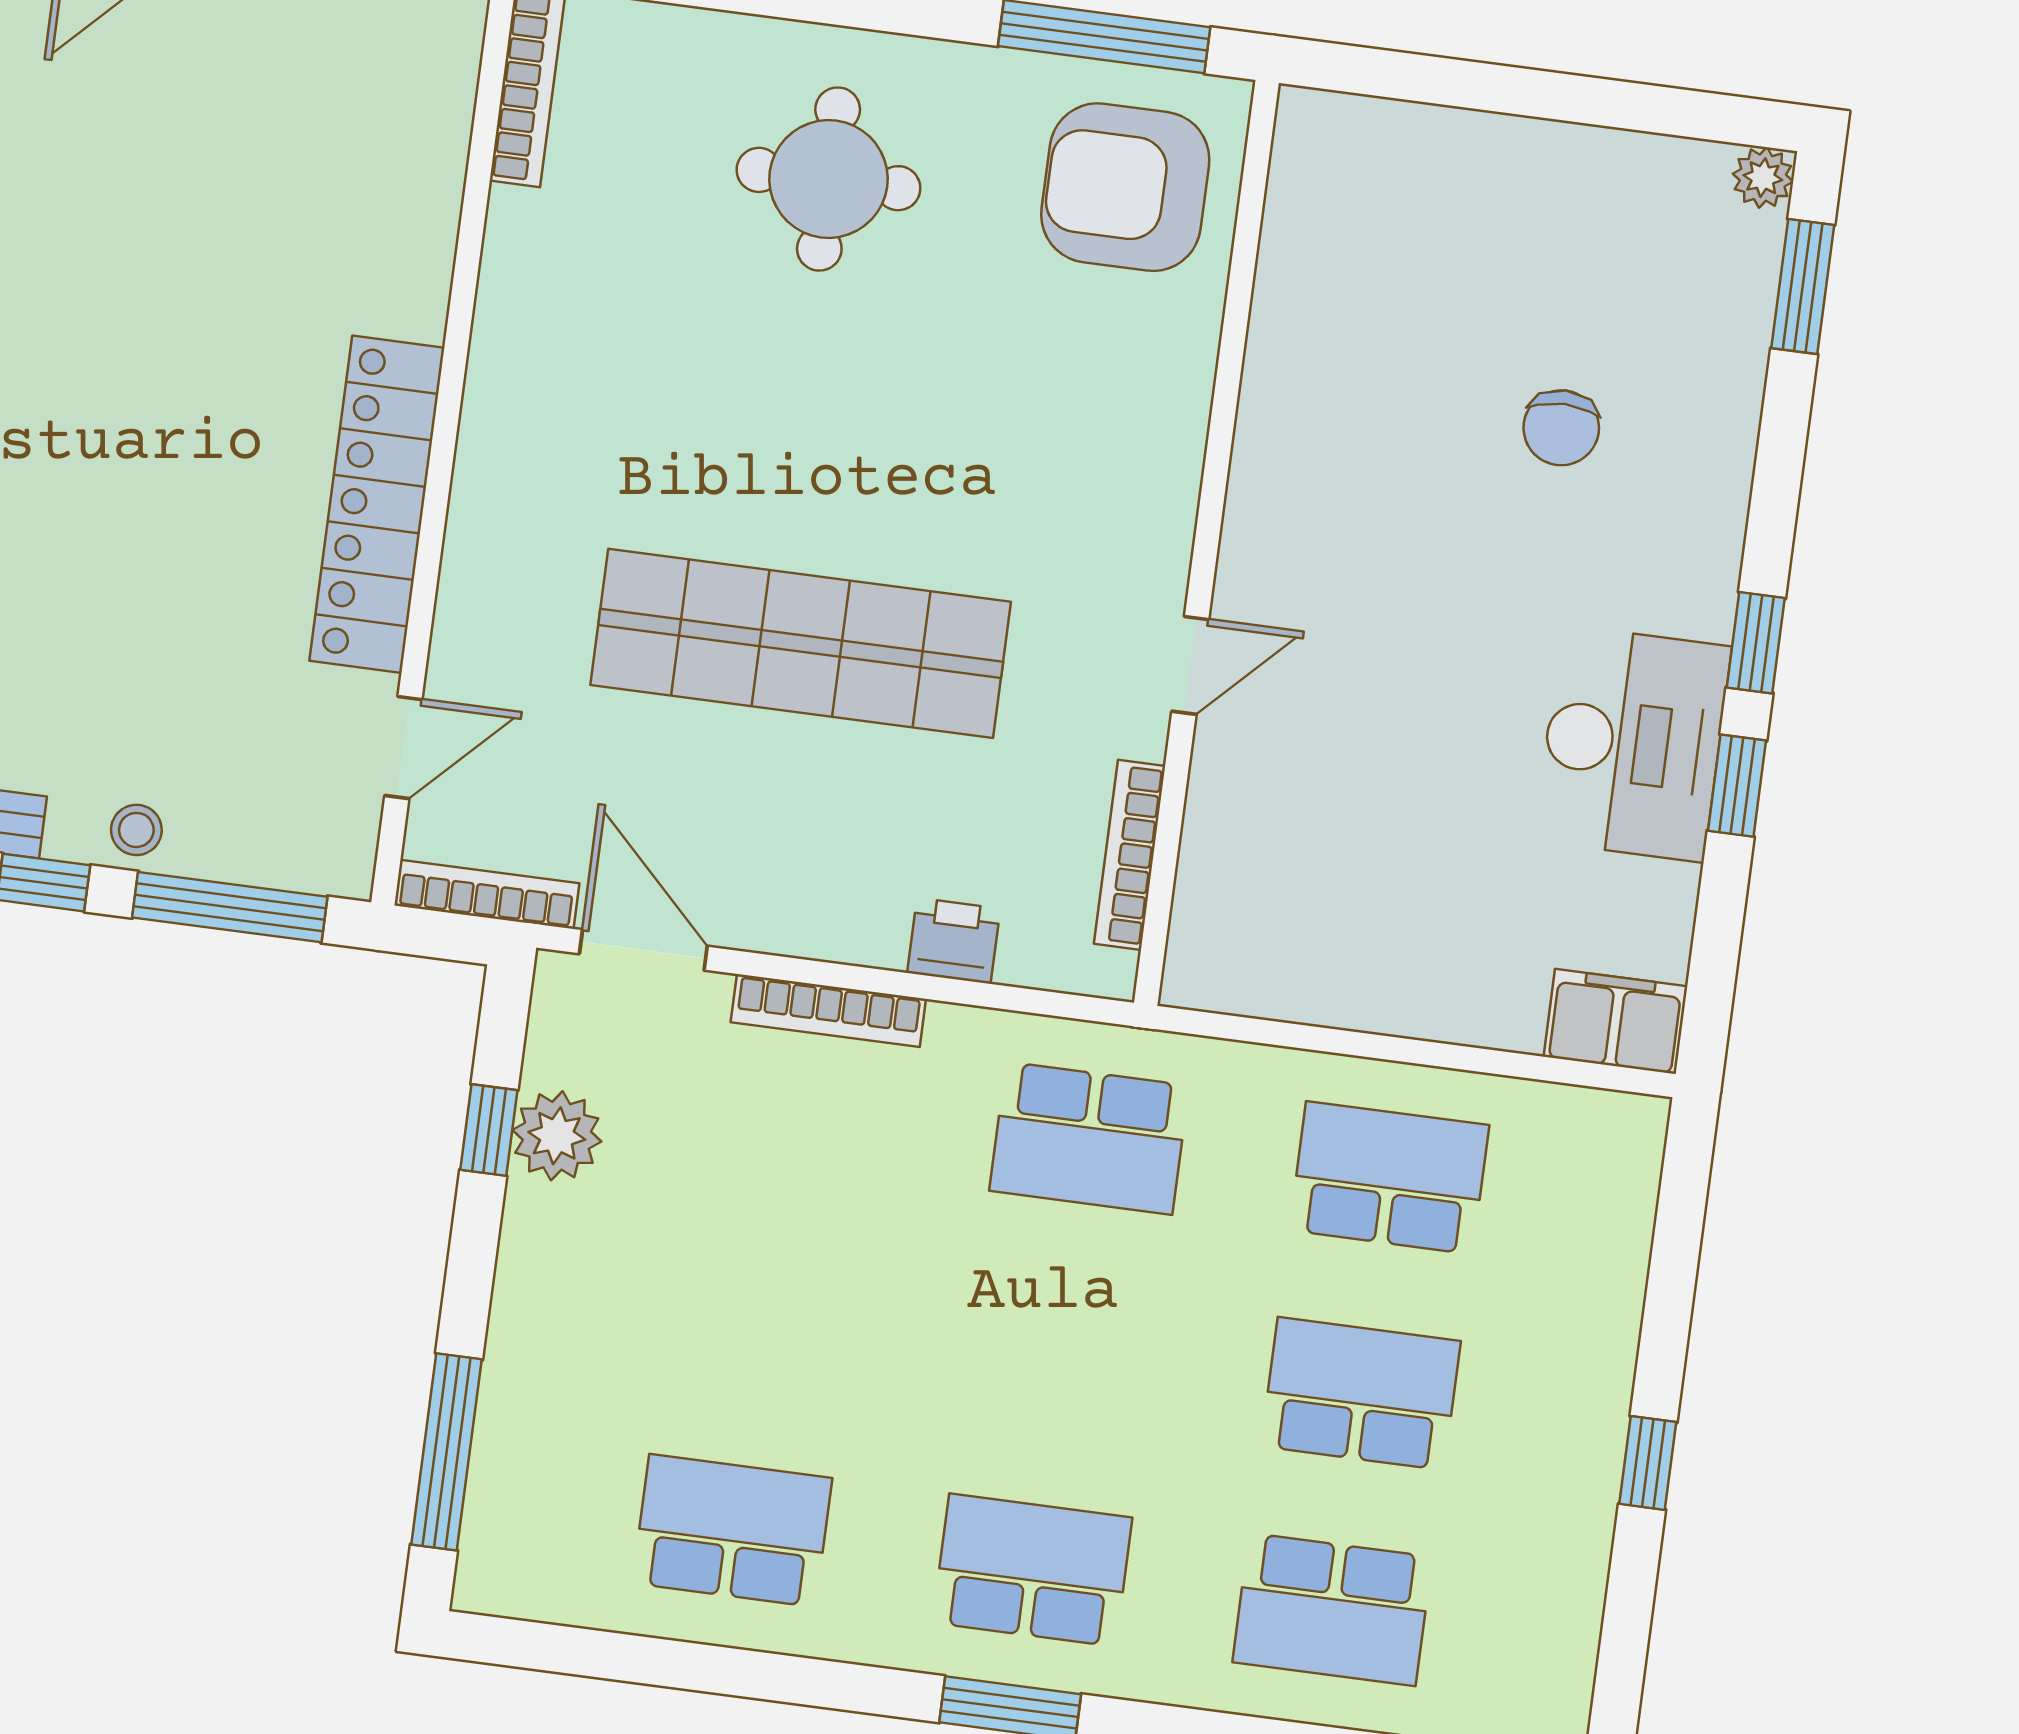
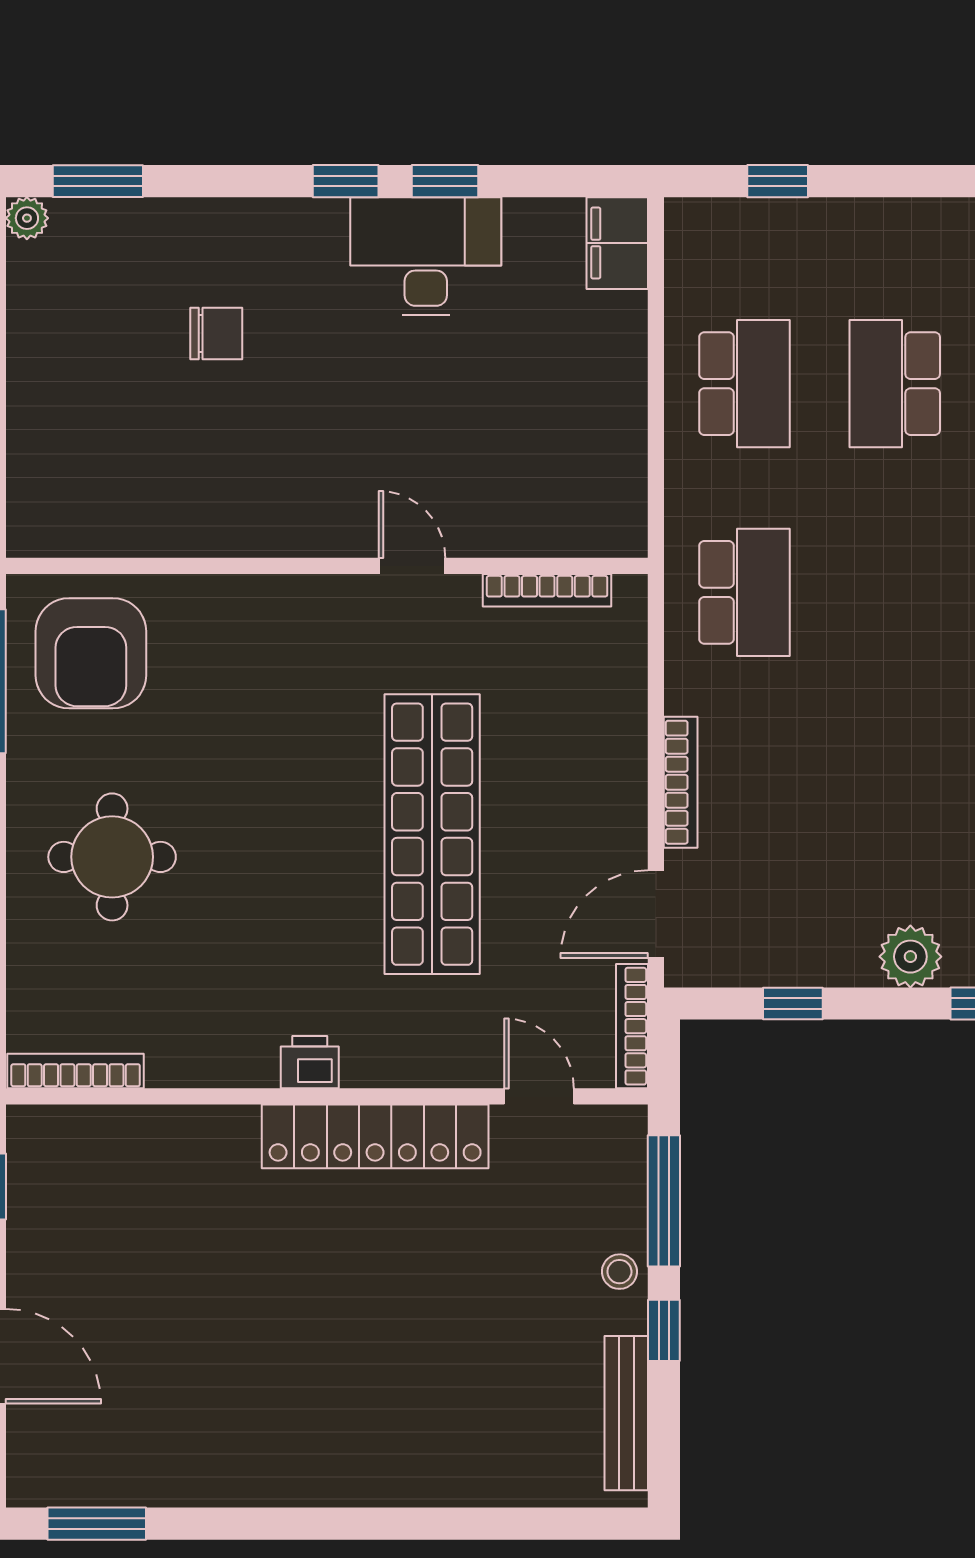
printer: (954, 941) -> (310, 1062), moved, turned 90
plant: (557, 1136) -> (910, 957), moved
school desk: (1389, 1178) -> (744, 384), turned 180
window: (1648, 1463) -> (778, 181), moved

